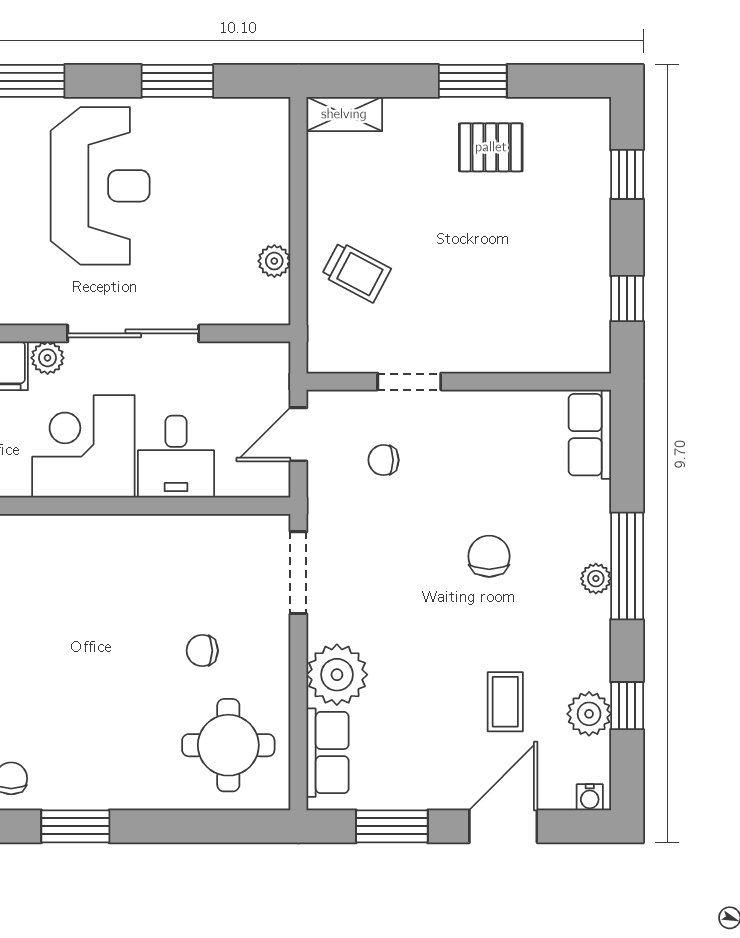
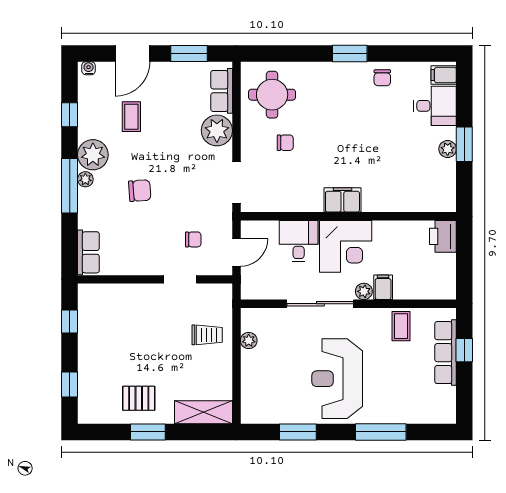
shelving: (344, 114) -> (204, 412), width x1.50, depth x1.33
trolley: (356, 272) -> (207, 335), turned 152
filing cabinet: (90, 538) -> (342, 200), added
chair: (489, 556) -> (140, 191), turned -94
plant: (589, 714) -> (93, 155), moved, width x1.36, depth x1.36

